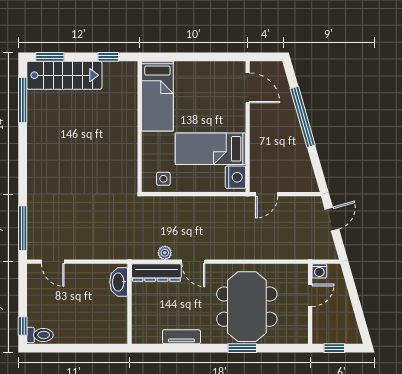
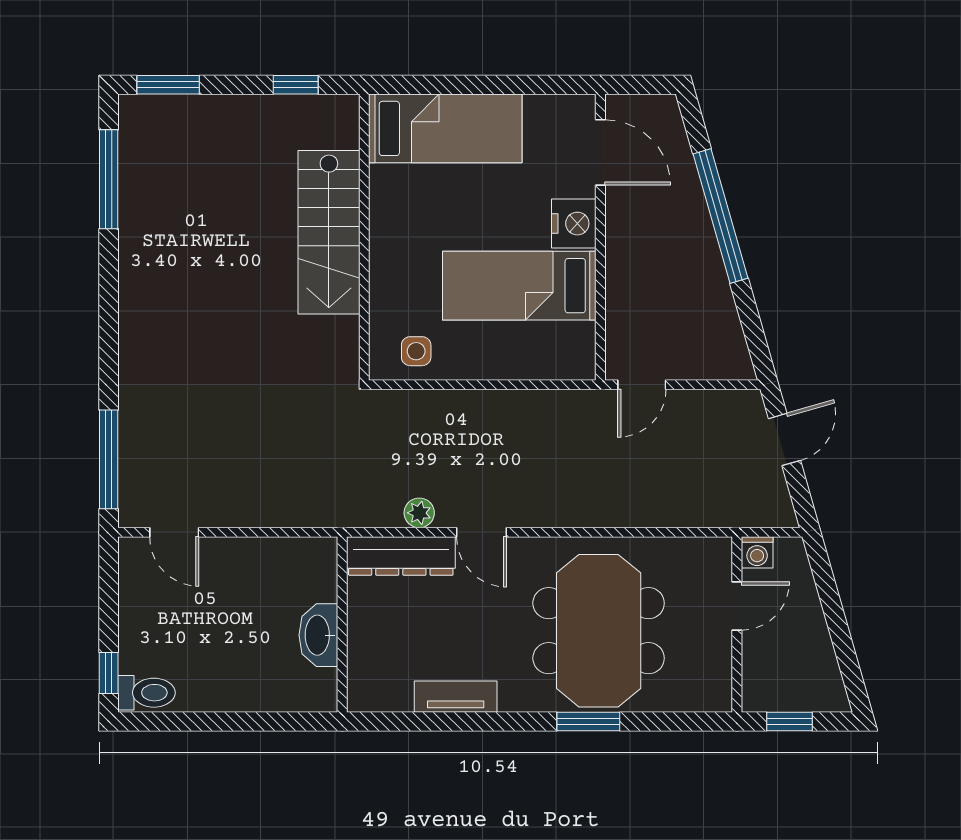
stairs: (64, 75) -> (329, 232), moved, turned 90
bed: (157, 96) -> (445, 128), moved, turned -90
nightstand: (236, 177) -> (574, 224), moved
washbasin: (119, 282) -> (318, 635), moved

